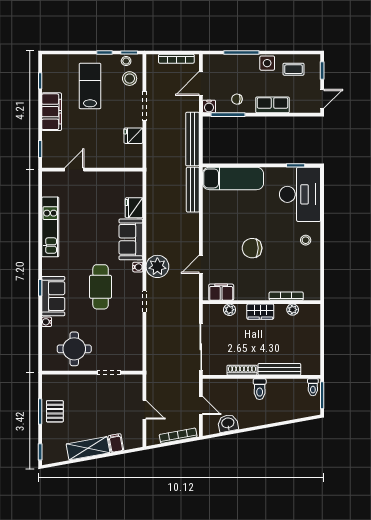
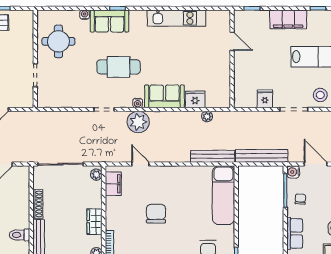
plant: (152, 195) -> (207, 116), added
plant: (230, 310) -> (96, 175), moved
toilet: (260, 389) -> (19, 235), moved

